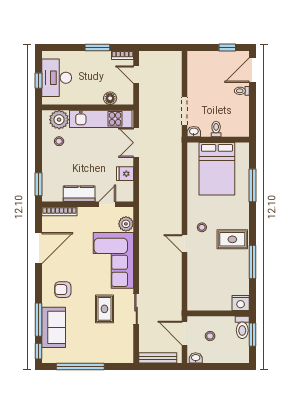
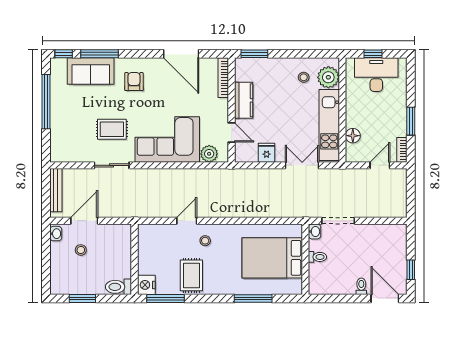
nightstand: (241, 303) -> (146, 285), moved
wall: (218, 313) -> (134, 259), moved
toilet: (242, 327) -> (118, 287), moved

